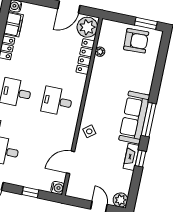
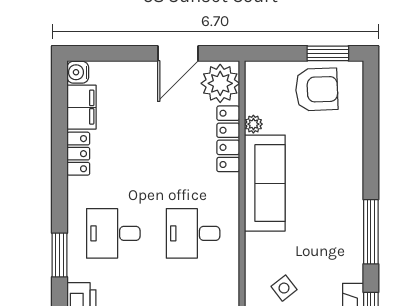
sofa: (134, 118) -> (265, 183), moved, turned 180
side table: (89, 131) -> (284, 288), moved

